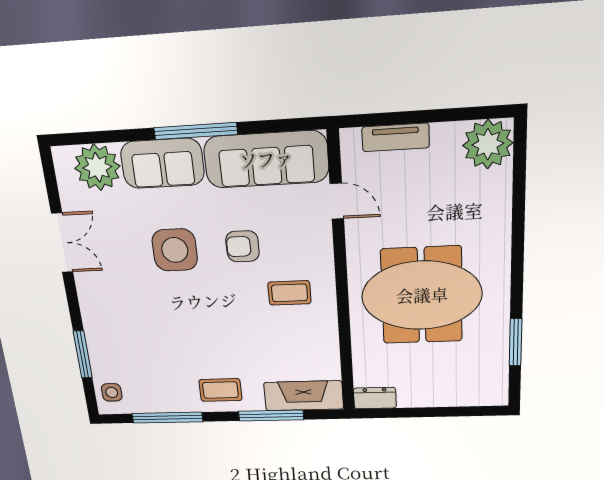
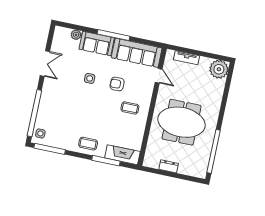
plant: (97, 167) -> (76, 35), width x0.53, depth x0.53
side table: (175, 250) -> (90, 78), width x0.54, depth x0.54
window: (516, 342) -> (214, 151), width x2.11
window: (83, 355) -> (34, 113), width x2.11
dresser: (375, 398) -> (169, 166), moved
window: (167, 418) -> (50, 149), moved

